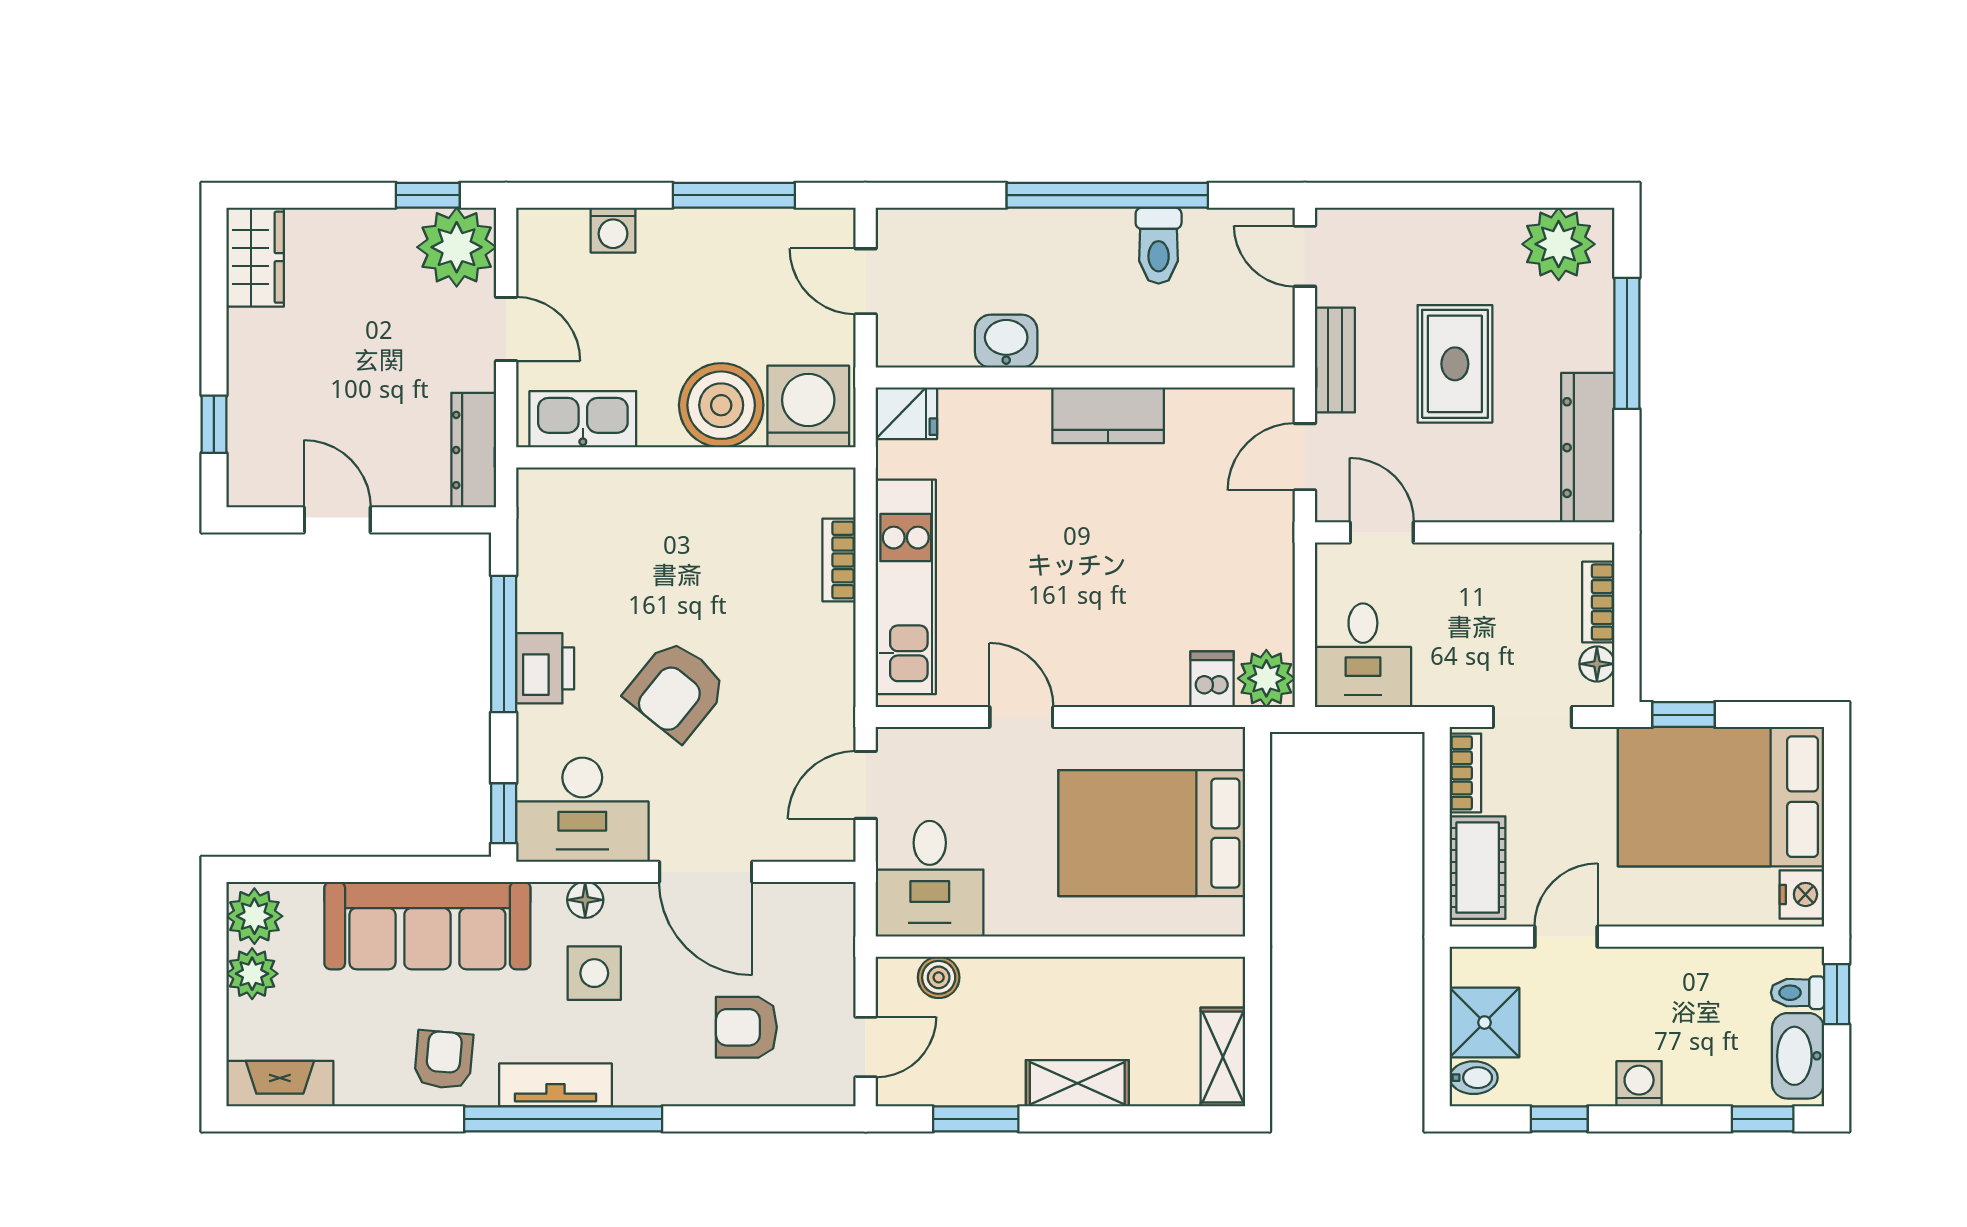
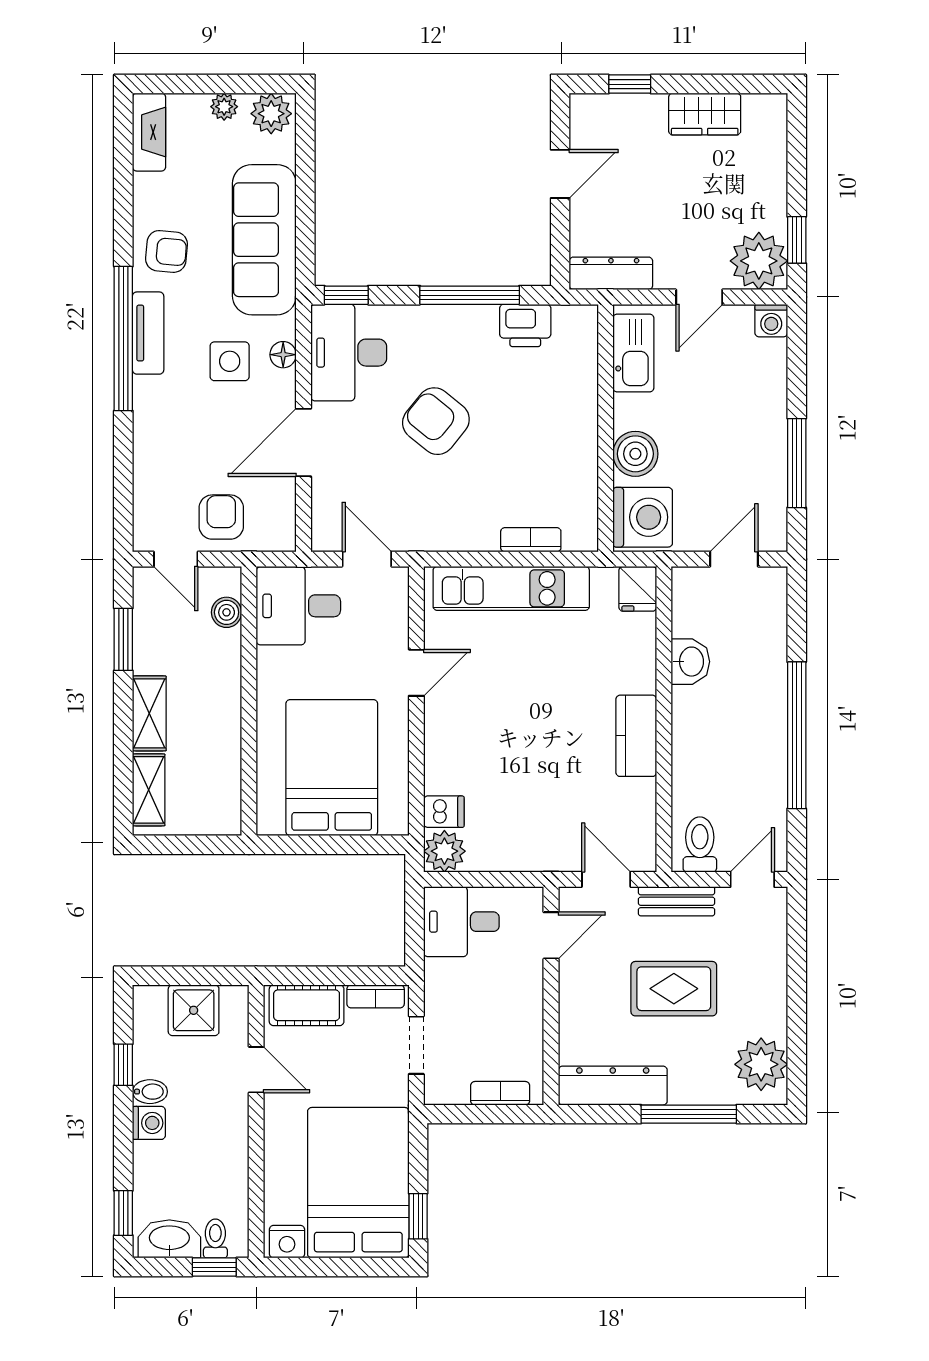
washing machine: (613, 230) -> (771, 321), moved, turned -90
toilet: (1159, 246) -> (700, 844), moved, turned 90
wardrobe: (255, 257) -> (705, 114), moved
boiler: (721, 405) -> (635, 454), width x0.73, depth x0.73
floor lamp: (1597, 664) -> (455, 1092), removed
printer: (545, 668) -> (525, 325), moved
window: (1684, 715) -> (418, 1216), moved
plant: (252, 974) -> (224, 107), width x0.73, depth x0.73
armchair: (746, 1027) -> (221, 517), moved
shelving: (1223, 1057) -> (149, 790), moved, turned 90
bidet: (1474, 1078) -> (150, 1092), moved, turned -90

